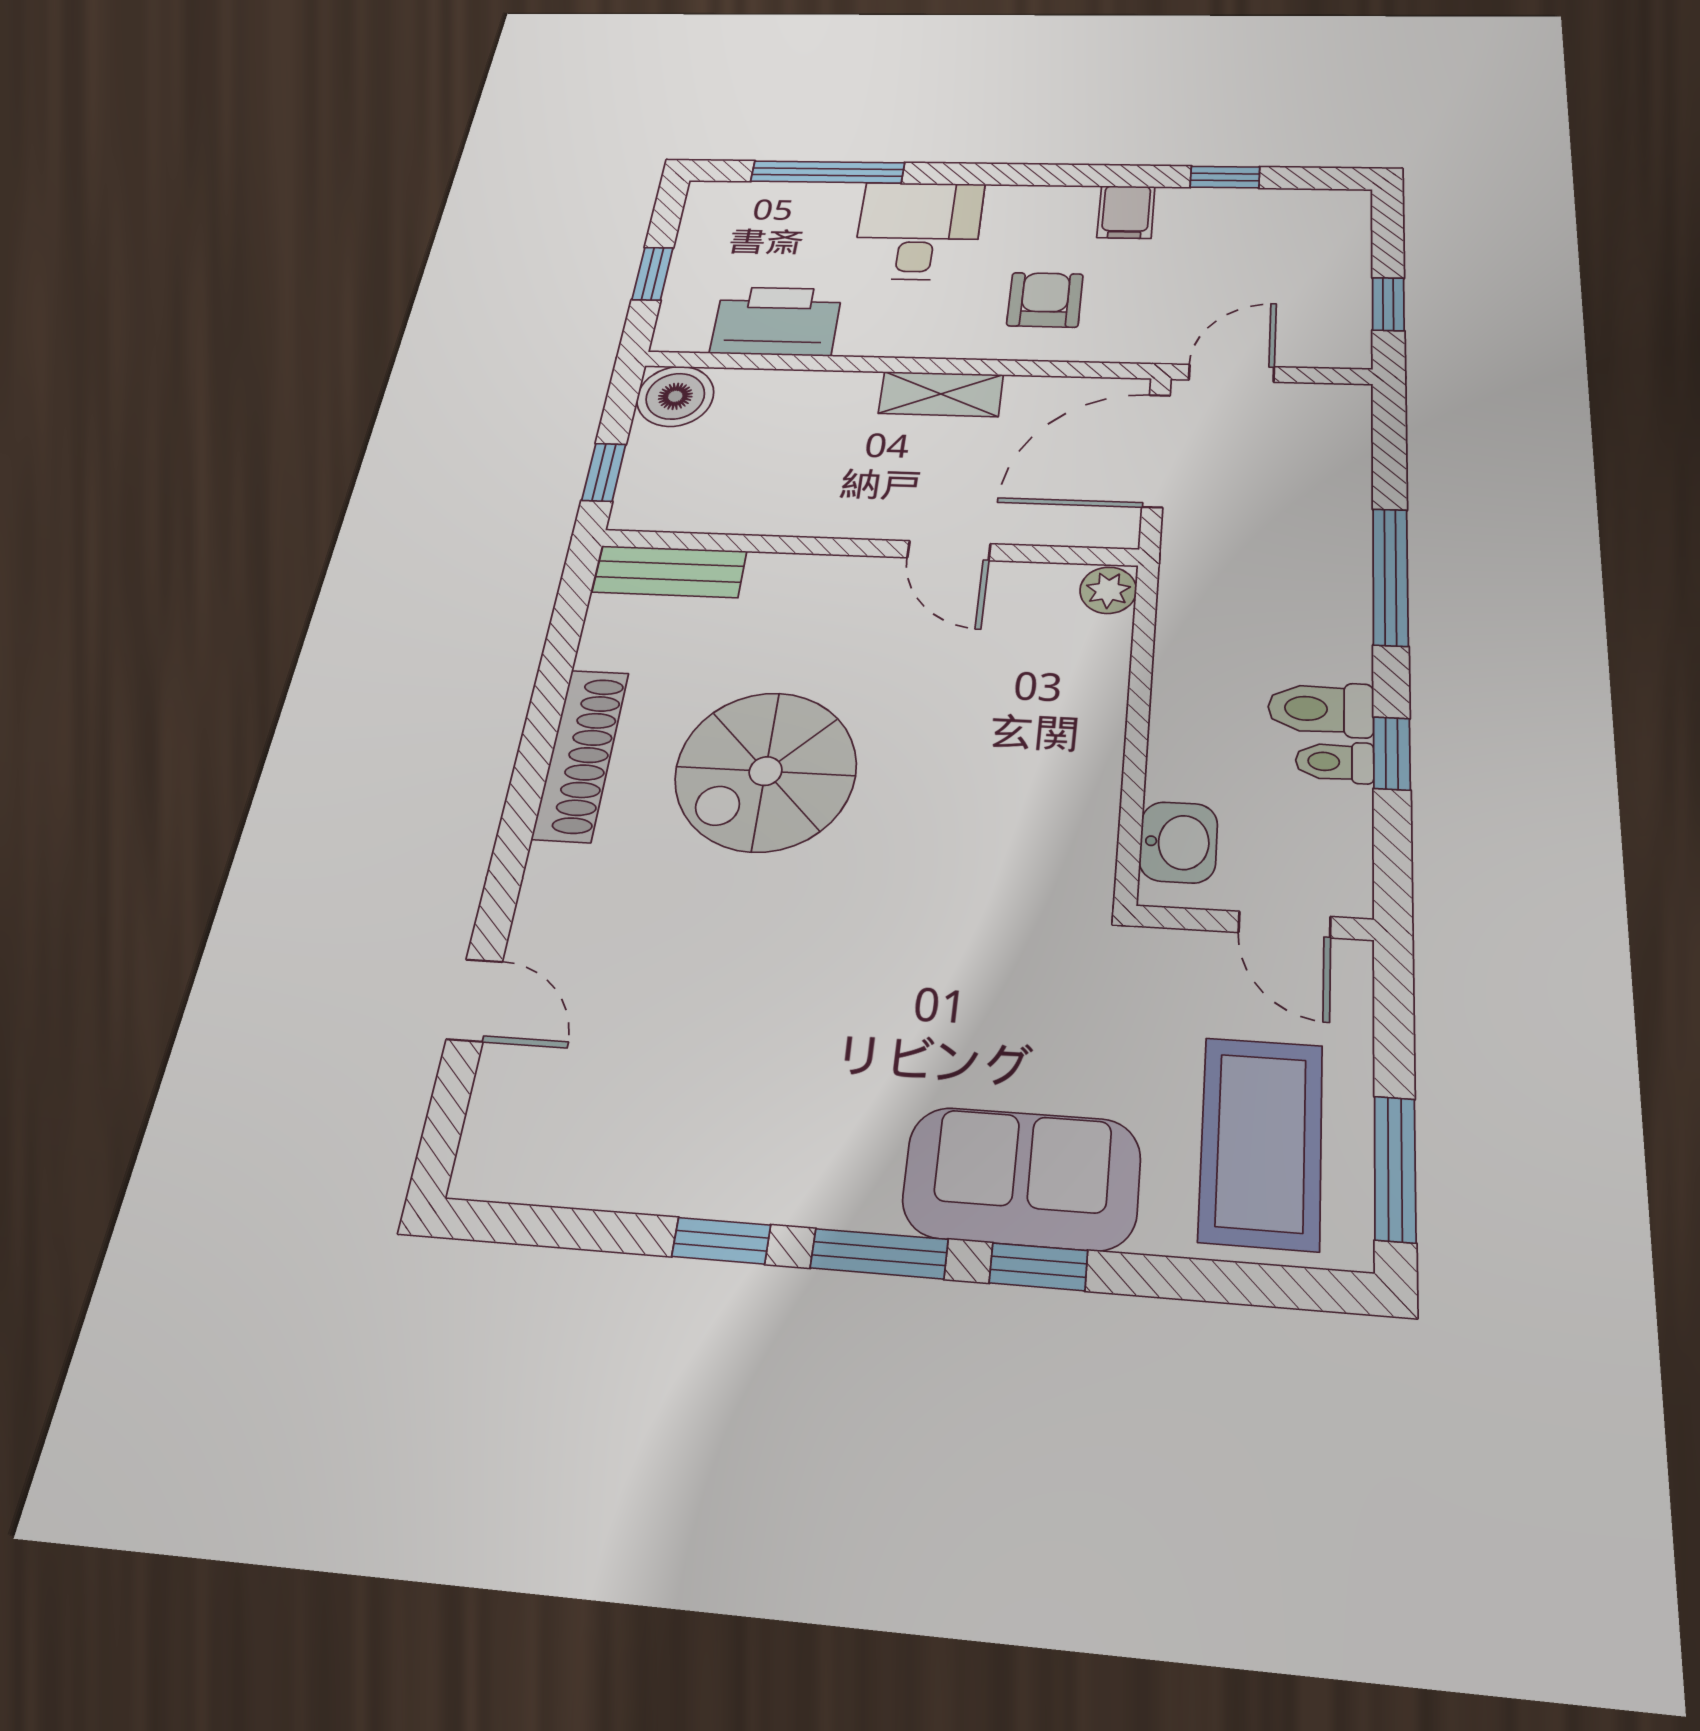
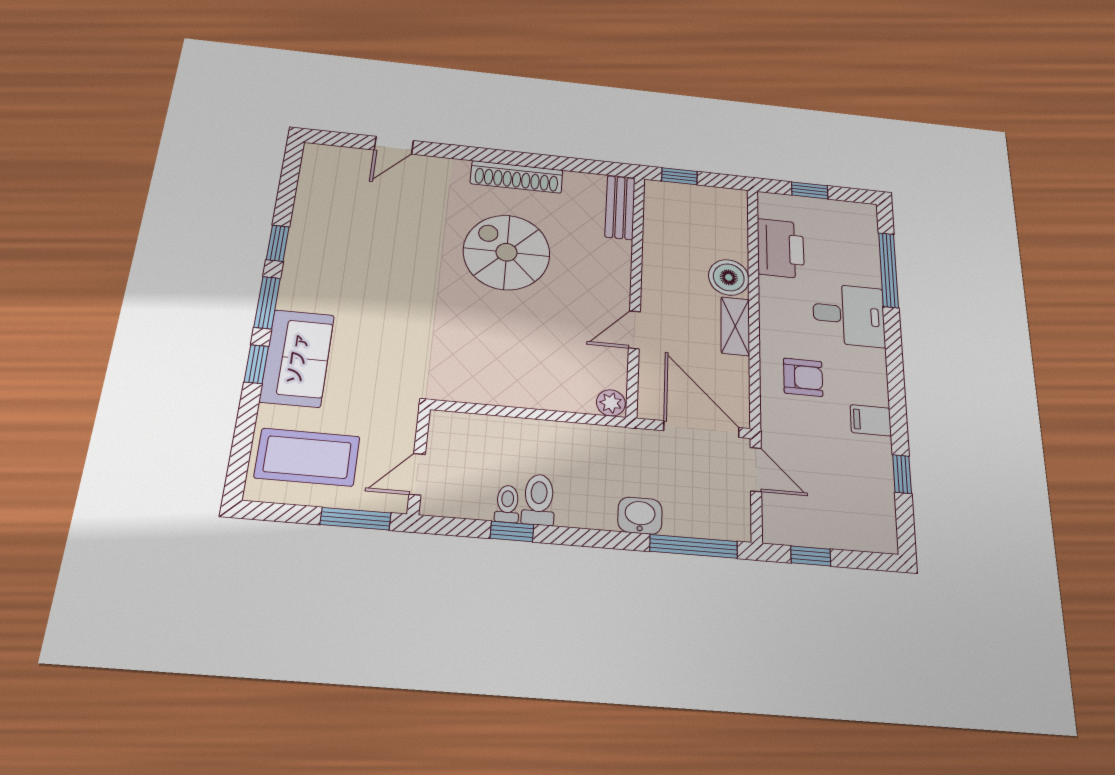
boiler: (675, 396) -> (729, 277), moved
window: (1390, 576) -> (694, 546), moved
washbasin: (1178, 842) -> (640, 516), moved, turned 180
window: (1395, 1169) -> (356, 519), moved

